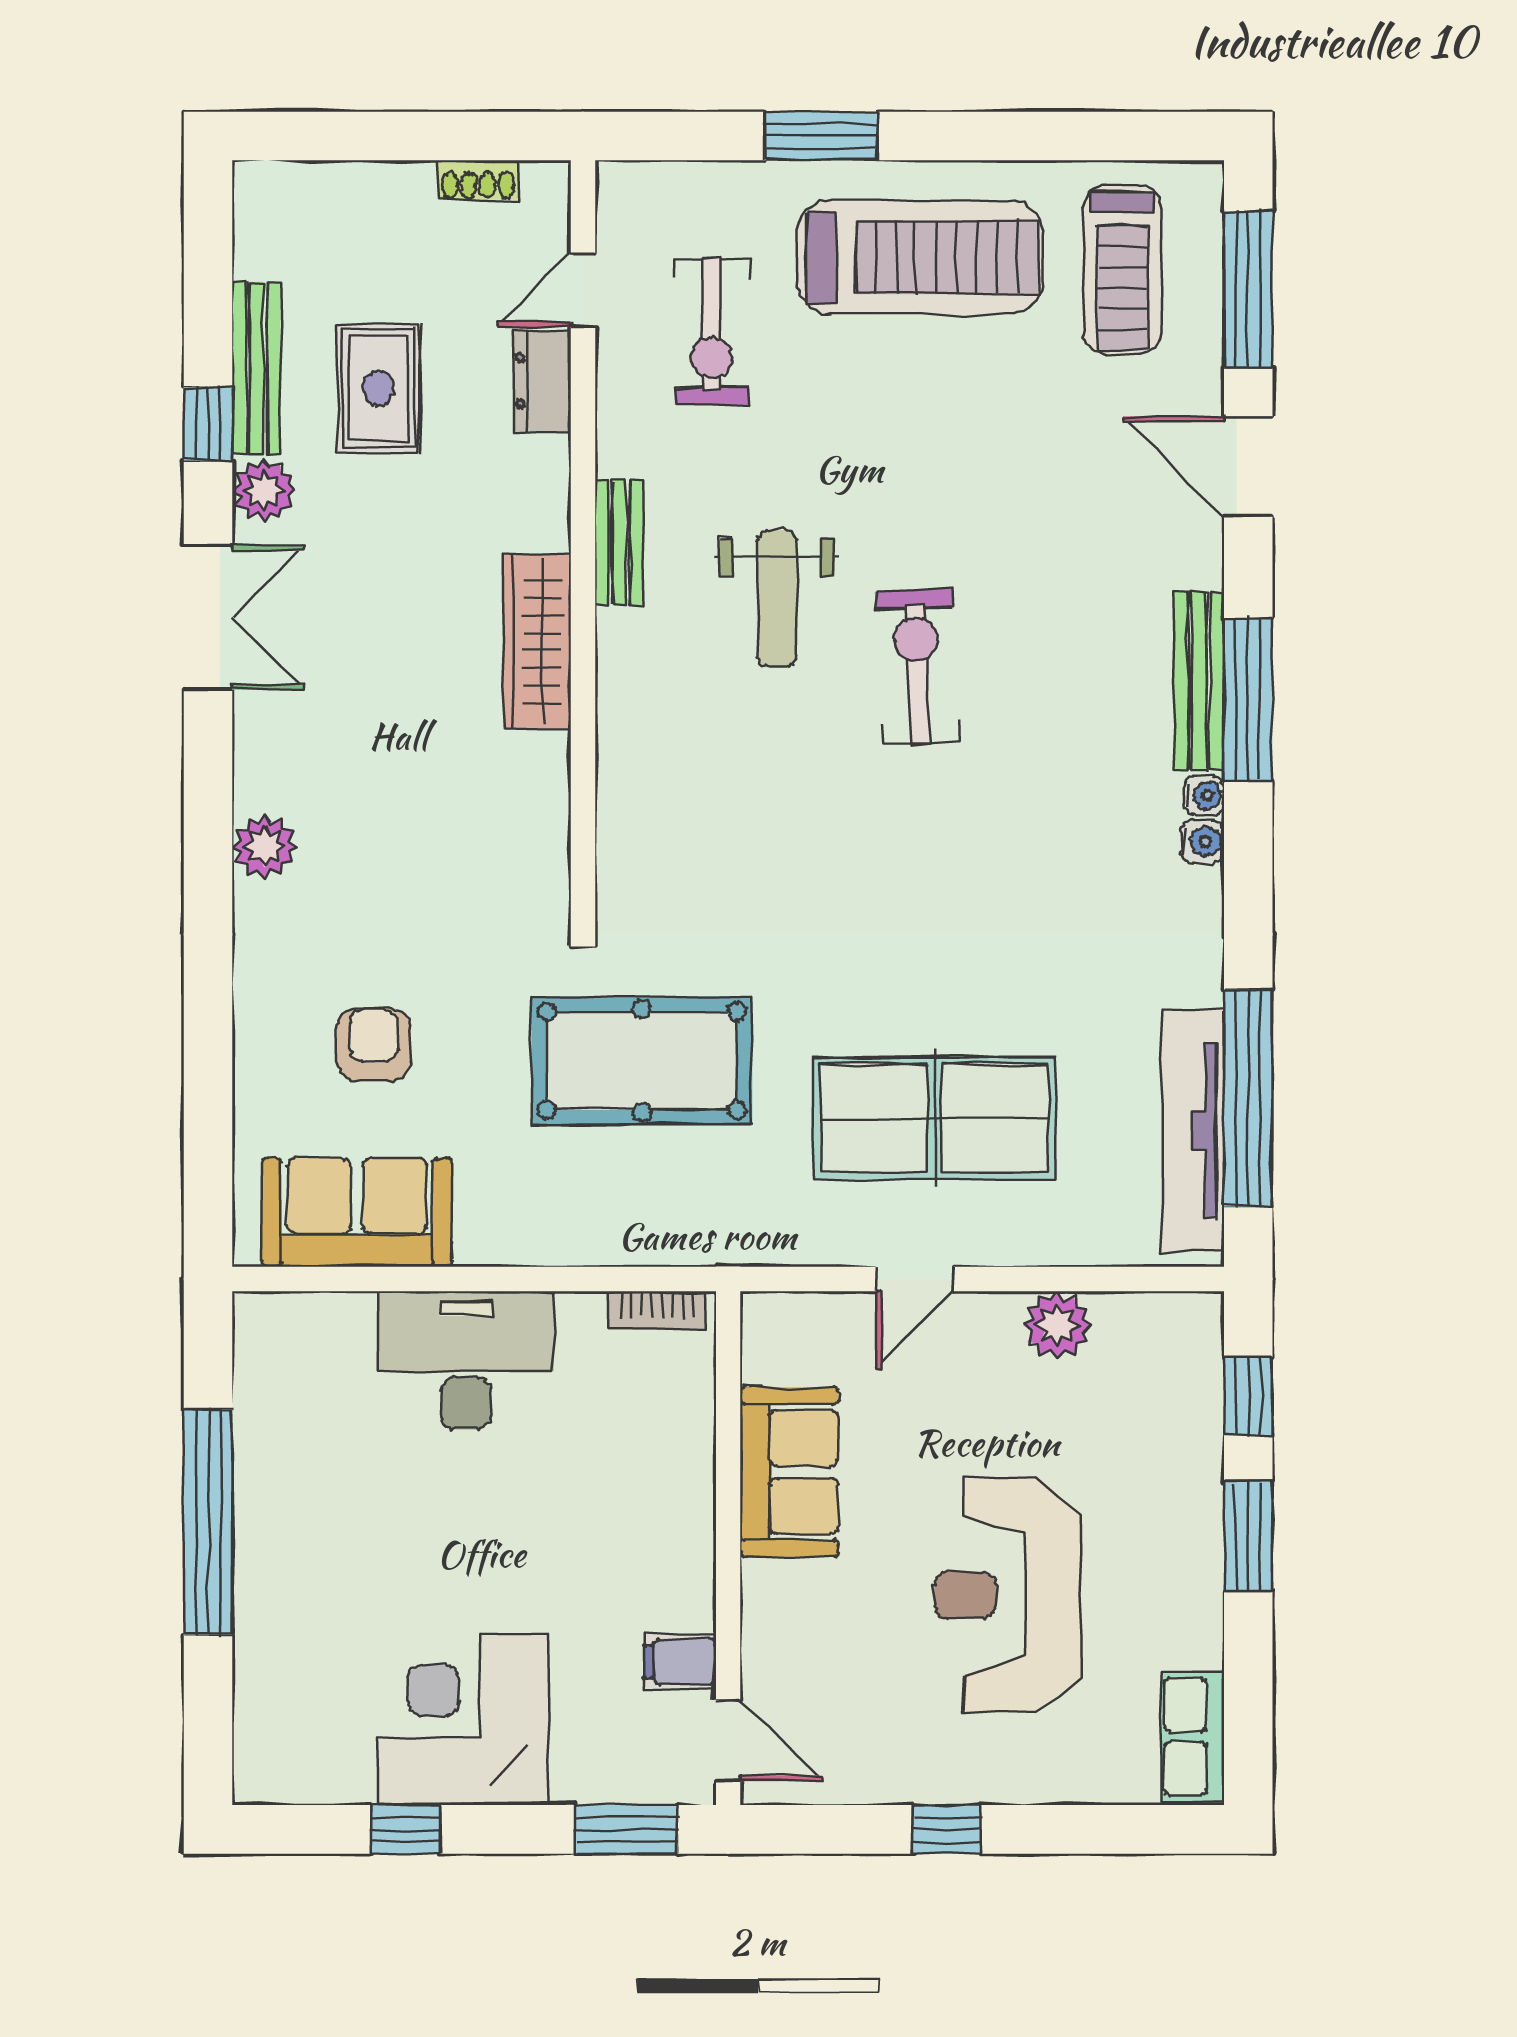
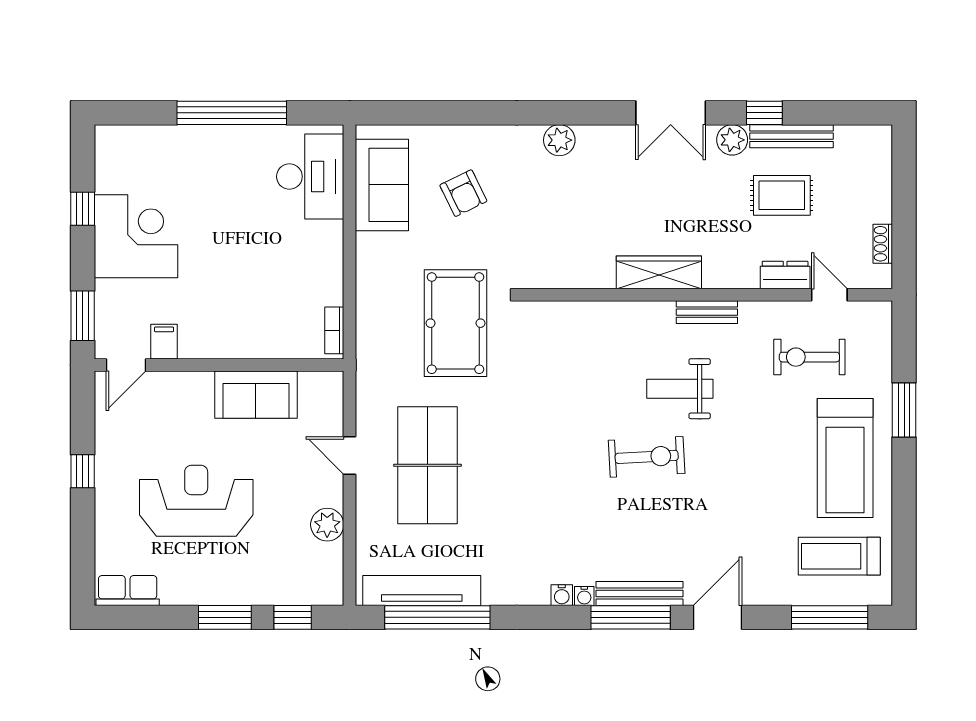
door: (1248, 467) -> (717, 617), moved
armchair: (374, 1044) -> (463, 193), turned 64
desk: (466, 1360) -> (310, 177), moved

